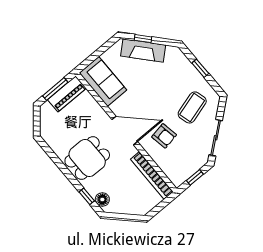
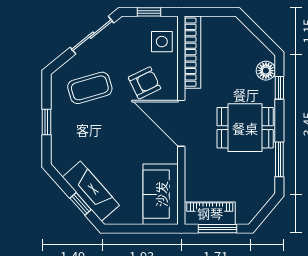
armchair: (164, 136) -> (145, 83), turned 74
window: (53, 157) -> (279, 159), added
side table: (174, 167) -> (162, 42), added

